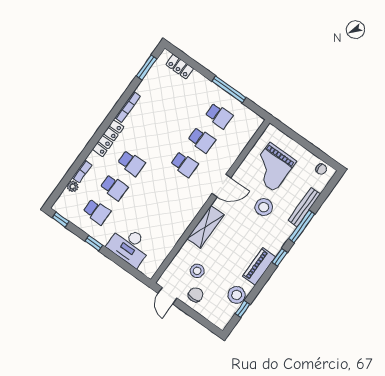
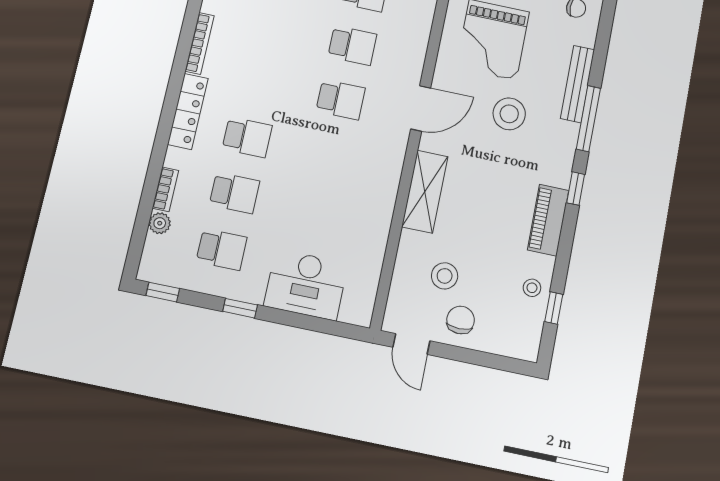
stool: (237, 295) -> (532, 288), width x0.53, depth x0.53

